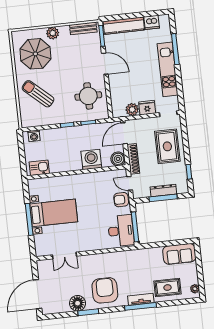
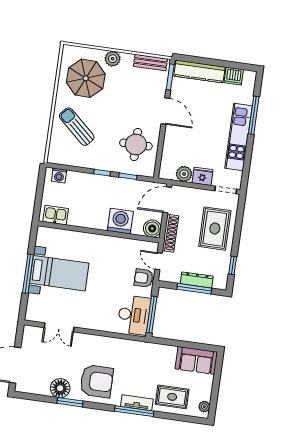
armchair: (105, 290) -> (97, 381), turned 90

